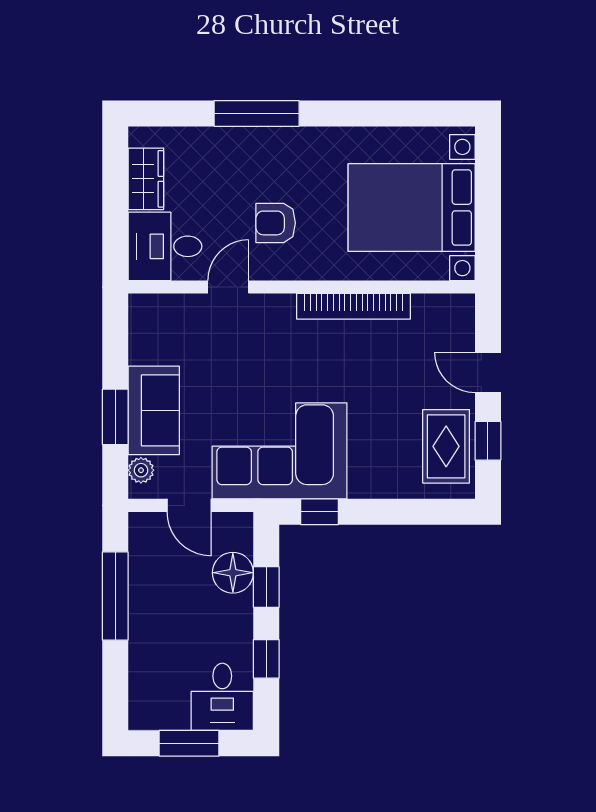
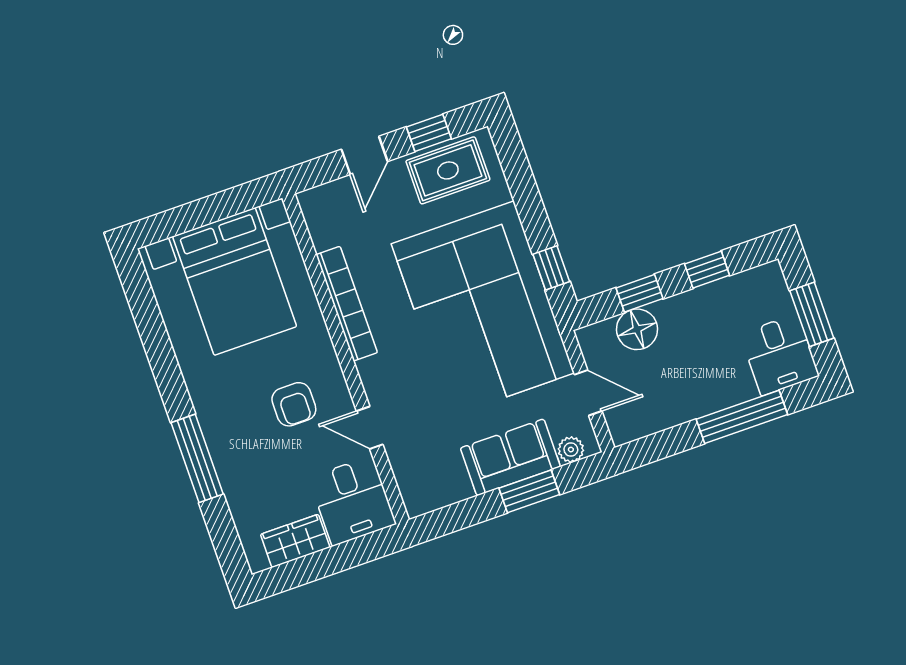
corner sofa: (280, 451) -> (483, 308), width x1.36, depth x1.36
door: (189, 505) -> (588, 393), hinge flipped
window: (115, 596) -> (742, 417), moved
desk: (222, 697) -> (780, 355), moved, turned 90

